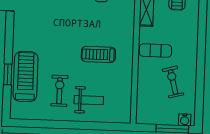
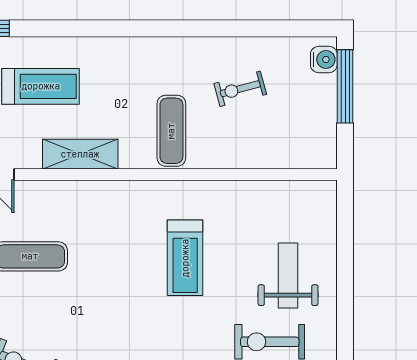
exercise bike: (173, 82) -> (240, 89), width x0.73, depth x0.72

